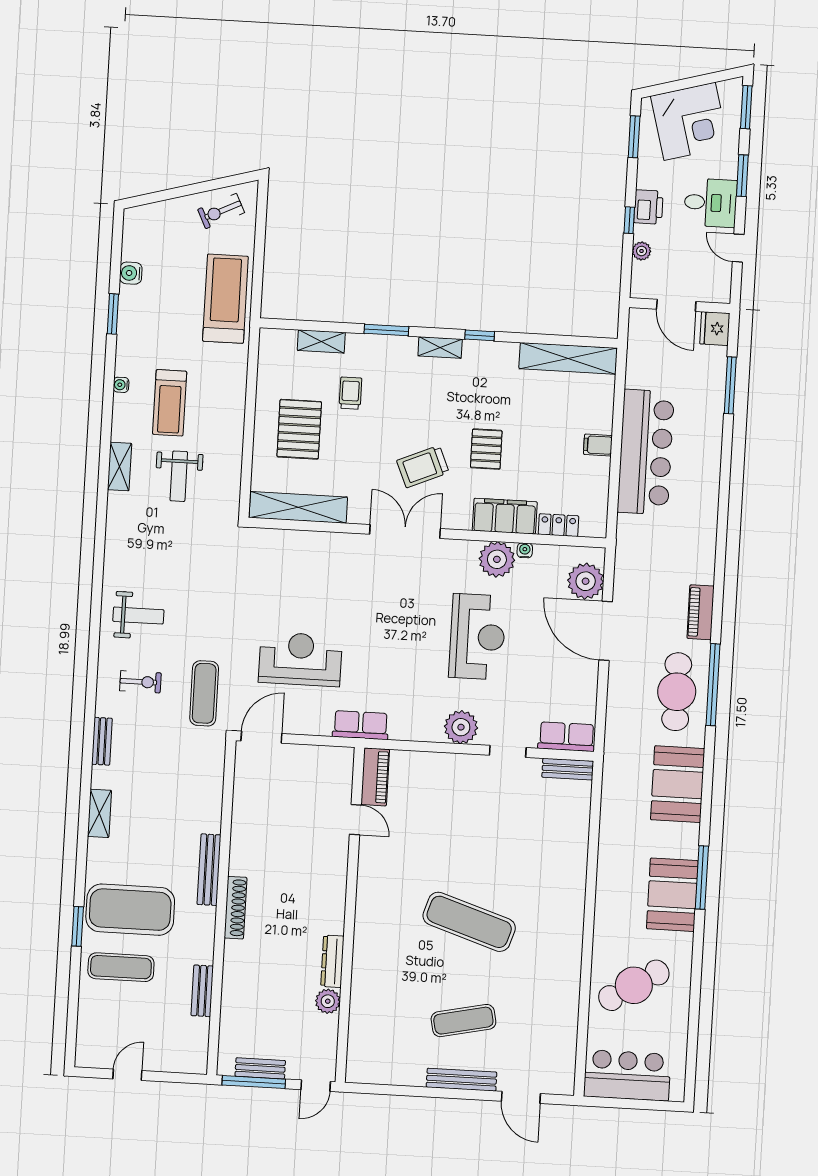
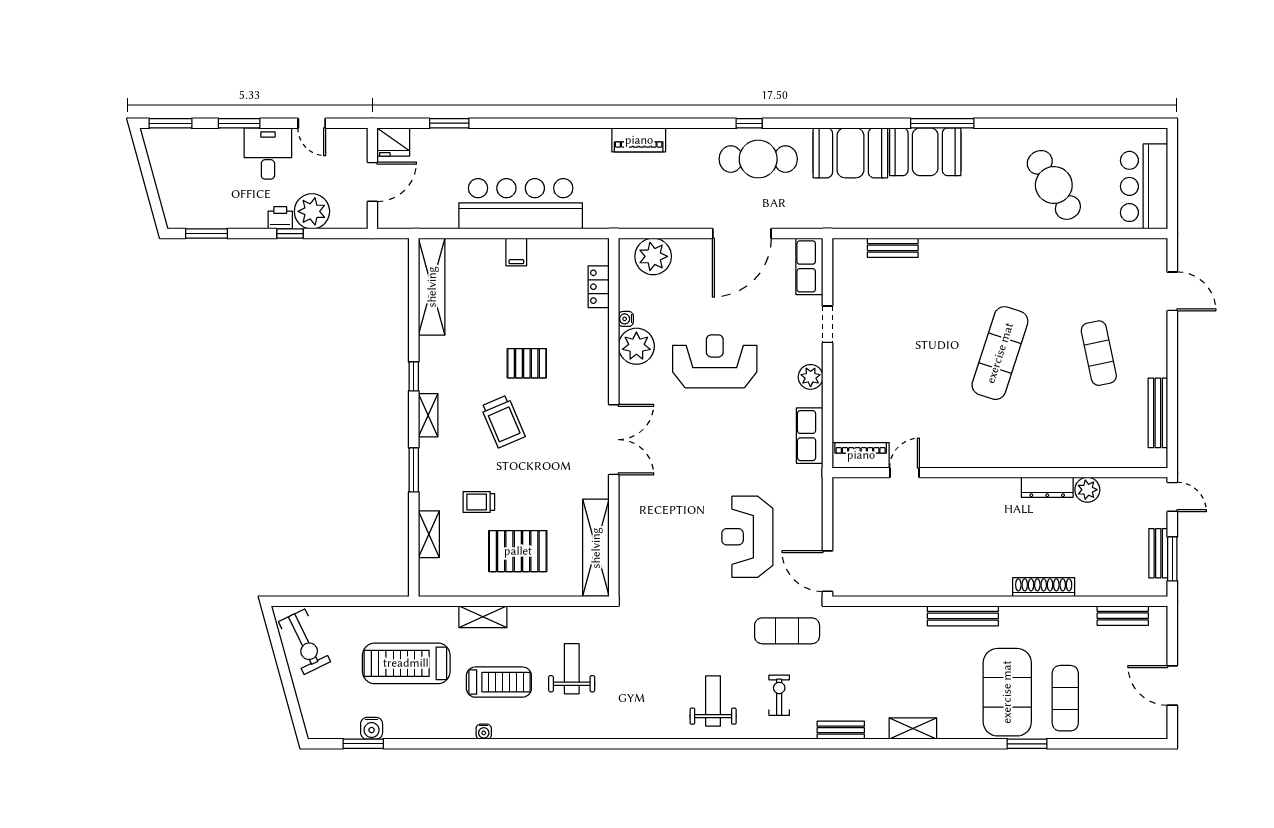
corner desk: (690, 121) -> (188, 179), removed
printer: (648, 207) -> (280, 218), width x0.73, depth x0.81
exercise bike: (221, 211) -> (304, 642), width x1.38, depth x1.39
door: (738, 248) -> (312, 123), hinge flipped
plant: (642, 251) -> (312, 211), width x1.88, depth x1.88
treadmill: (225, 299) -> (406, 663), moved
window: (113, 314) -> (363, 744), moved
window: (730, 385) -> (449, 123), width x0.69
shelving: (119, 467) -> (483, 617), moved
trolley: (423, 467) -> (503, 421), moved
weight bench: (179, 476) -> (572, 669), turned -90
filing cabinet: (505, 516) -> (593, 341), removed
double door: (405, 531) -> (614, 440), swing flipped
piano: (701, 612) -> (639, 140), moved
door: (606, 631) -> (742, 234), moved
window: (713, 685) -> (749, 123), width x0.32
row of seats: (361, 725) -> (810, 436), moved
plant: (461, 727) -> (811, 377), width x0.73, depth x0.73
bench: (568, 769) -> (893, 248), moved, turned 90
booth: (672, 895) -> (925, 152), moved
shoe rack: (236, 908) -> (1044, 587), moved
bench: (202, 991) -> (1123, 616), moved
door: (127, 1075) -> (1172, 686), width x1.38
bench: (462, 1080) -> (1158, 413), moved
window: (254, 1082) -> (1172, 559), width x0.69
door: (521, 1097) -> (1172, 291), hinge flipped

